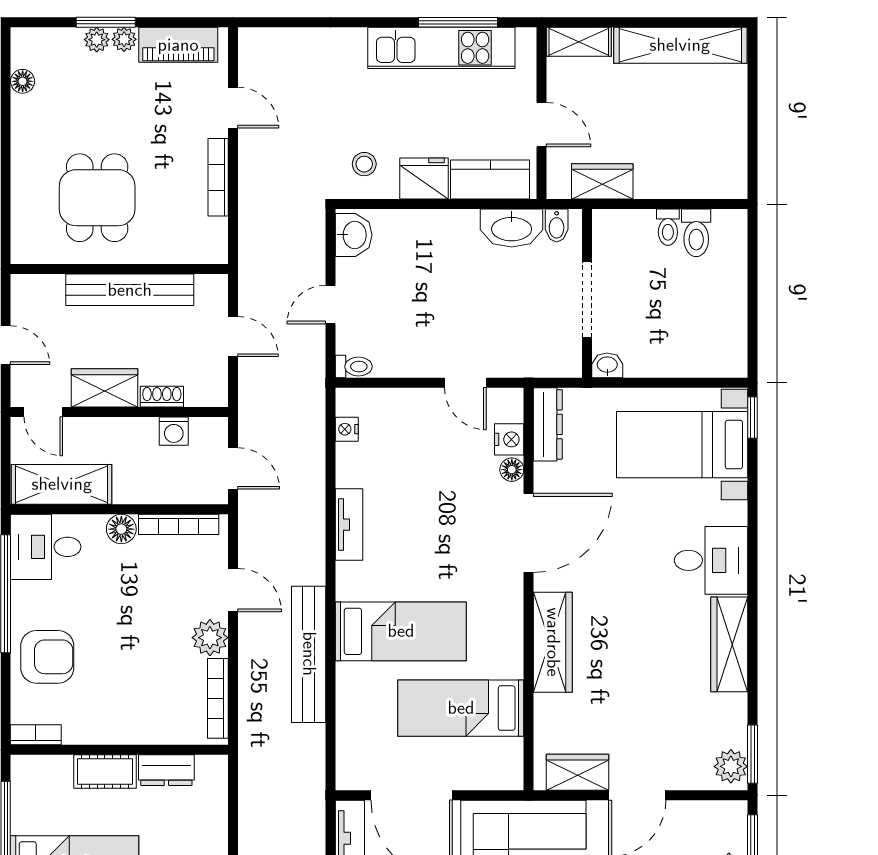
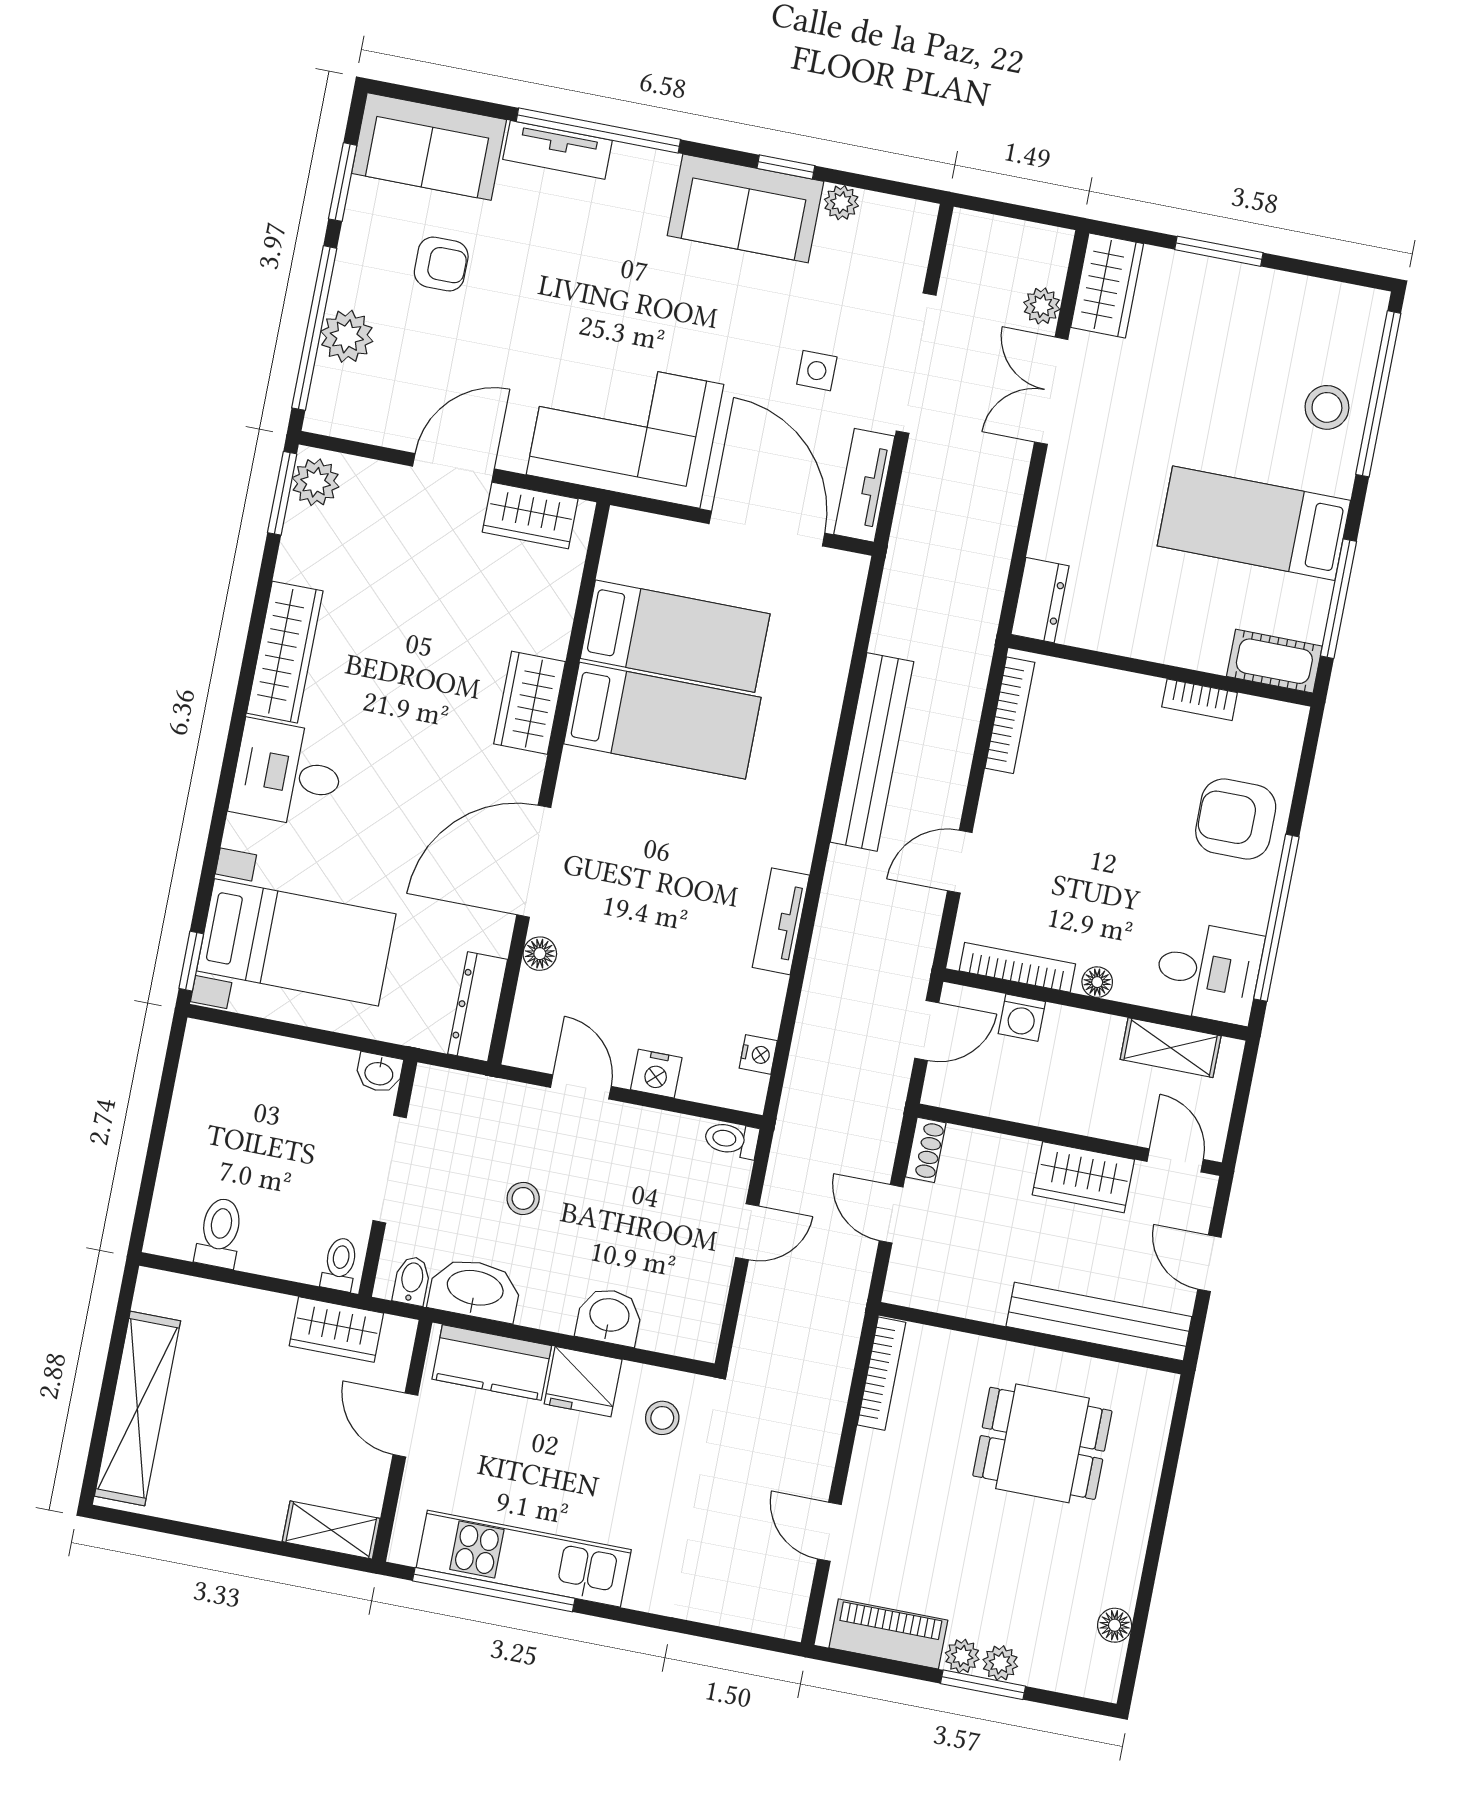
window: (458, 22) -> (494, 1590), width x1.46
shelving: (680, 45) -> (137, 1408), moved, turned 90
bookcase: (218, 177) -> (881, 1374), moved
dining table: (97, 198) -> (1042, 1443), turned 90
toilet: (668, 227) -> (340, 1264), moved
washbasin: (354, 235) -> (609, 1316), moved, turned 90
bench: (130, 290) -> (1099, 1322), moved
stool: (490, 298) -> (523, 1198), added
shoe rack: (162, 397) -> (926, 1150), moved, turned -90
washing machine: (174, 431) -> (1022, 1018), moved, turned 180
nightstand: (509, 439) -> (656, 1074), moved, turned -90
door: (233, 468) -> (927, 1031), swing flipped
shelving: (62, 484) -> (1171, 1048), width x0.67, depth x0.75
floor lamp: (121, 529) -> (1097, 982), width x0.73, depth x0.73
door: (233, 590) -> (960, 862), hinge flipped
bed: (401, 631) -> (662, 721), moved, turned 180
plant: (210, 638) -> (1004, 802), removed
wardrobe: (553, 642) -> (529, 703), width x0.67
bookcase: (36, 735) -> (1200, 700), moved
dresser: (166, 770) -> (1040, 600), moved, turned 90
cot: (105, 772) -> (1274, 661), moved

